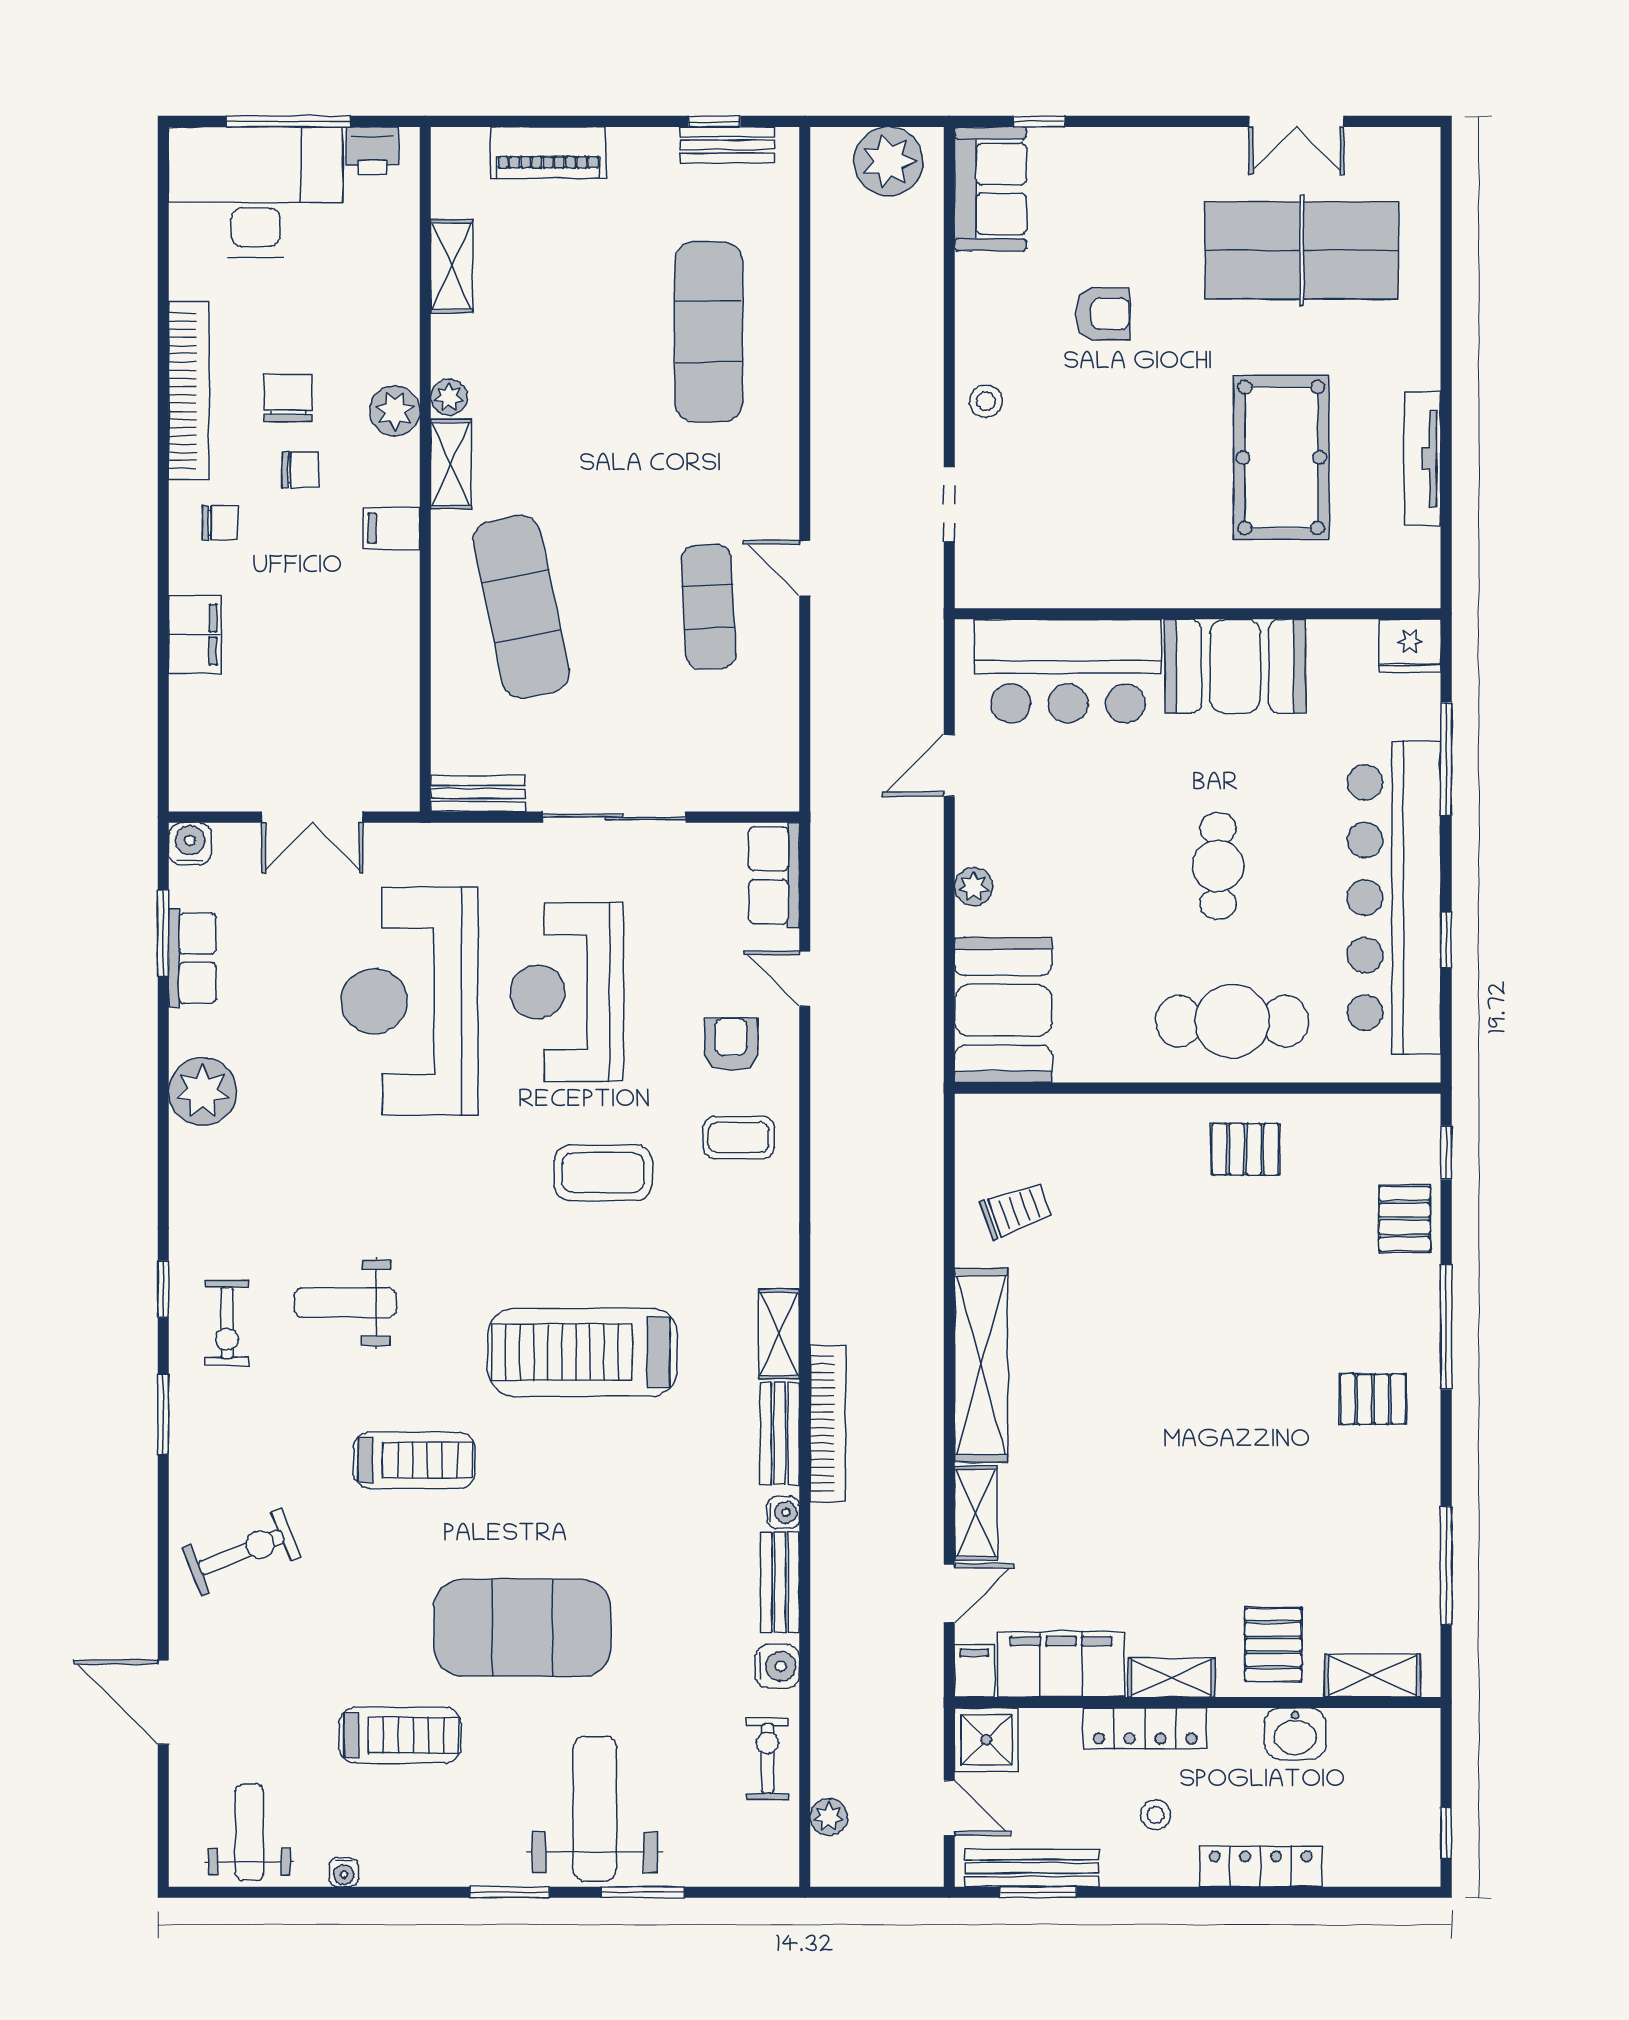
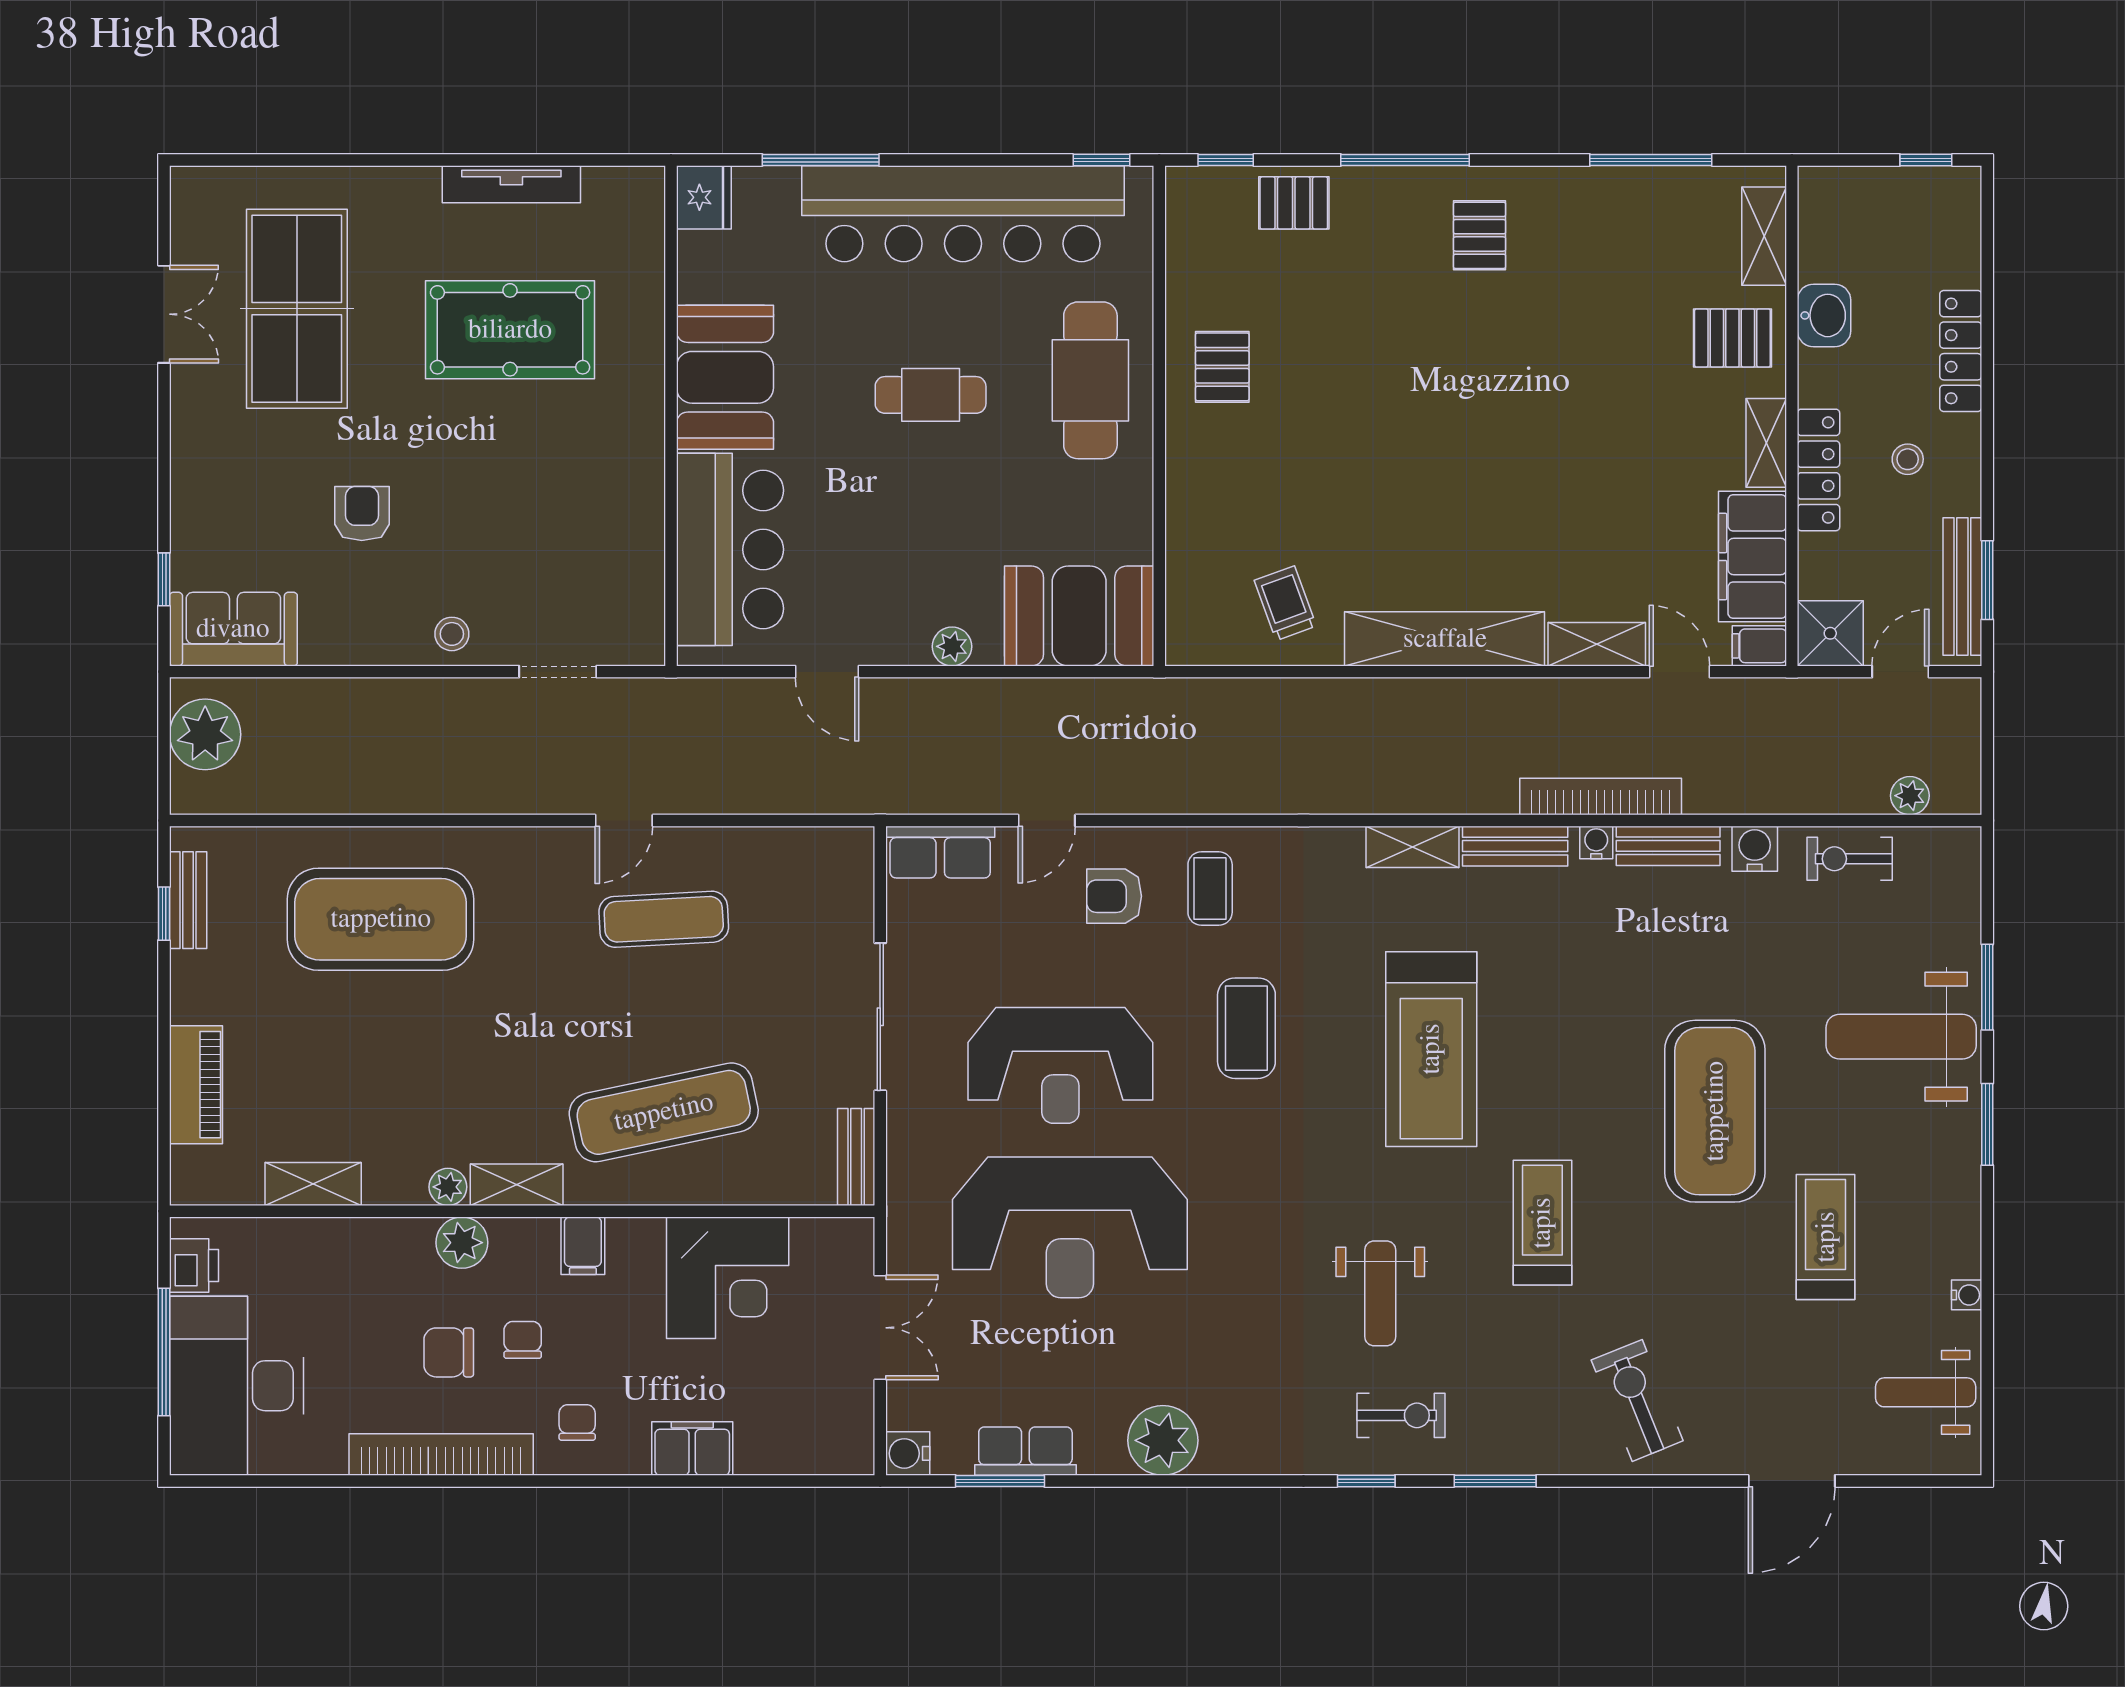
exercise mat: (709, 332) -> (381, 919), width x1.47
corner desk: (361, 669) -> (728, 1278), added
window: (1446, 940) -> (1102, 160), moved
bookcase: (828, 1424) -> (1601, 797), moved

